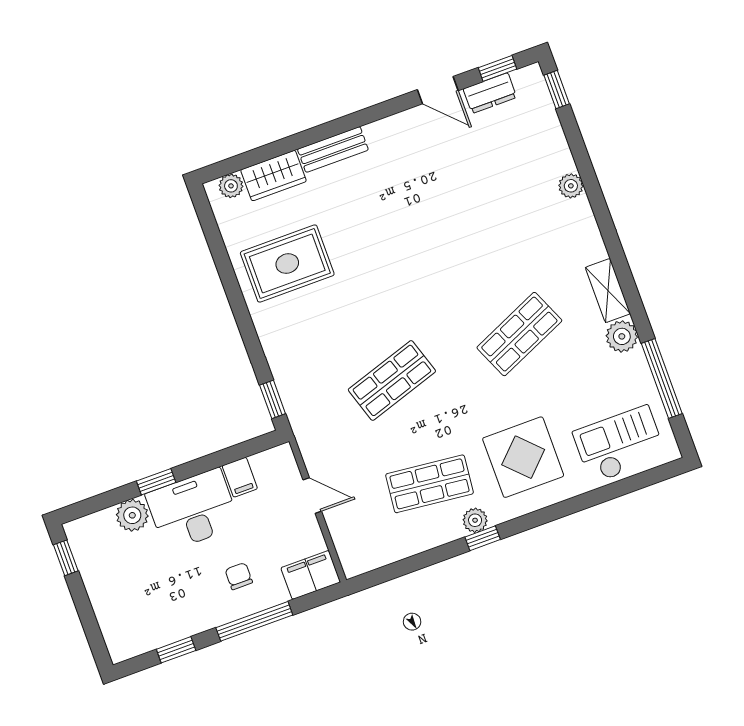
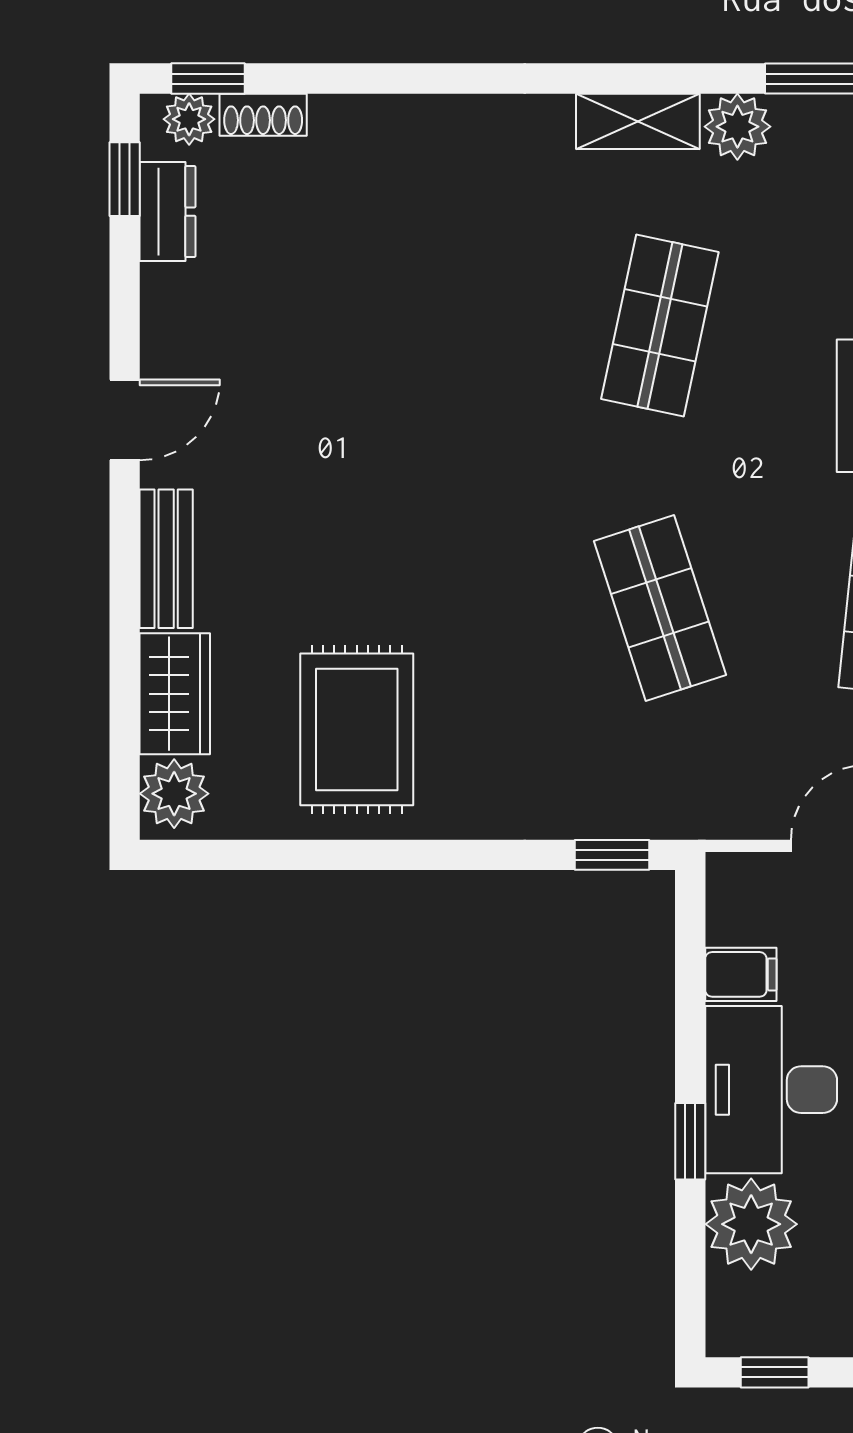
door: (438, 90) -> (125, 420), moved
shoe rack: (549, 120) -> (263, 115), added
plant: (231, 186) -> (174, 794), width x1.38, depth x1.38
plant: (571, 186) -> (189, 119), moved
shop shelf: (519, 334) -> (660, 325), turned 36
plant: (132, 515) -> (751, 1224), width x1.36, depth x1.36

